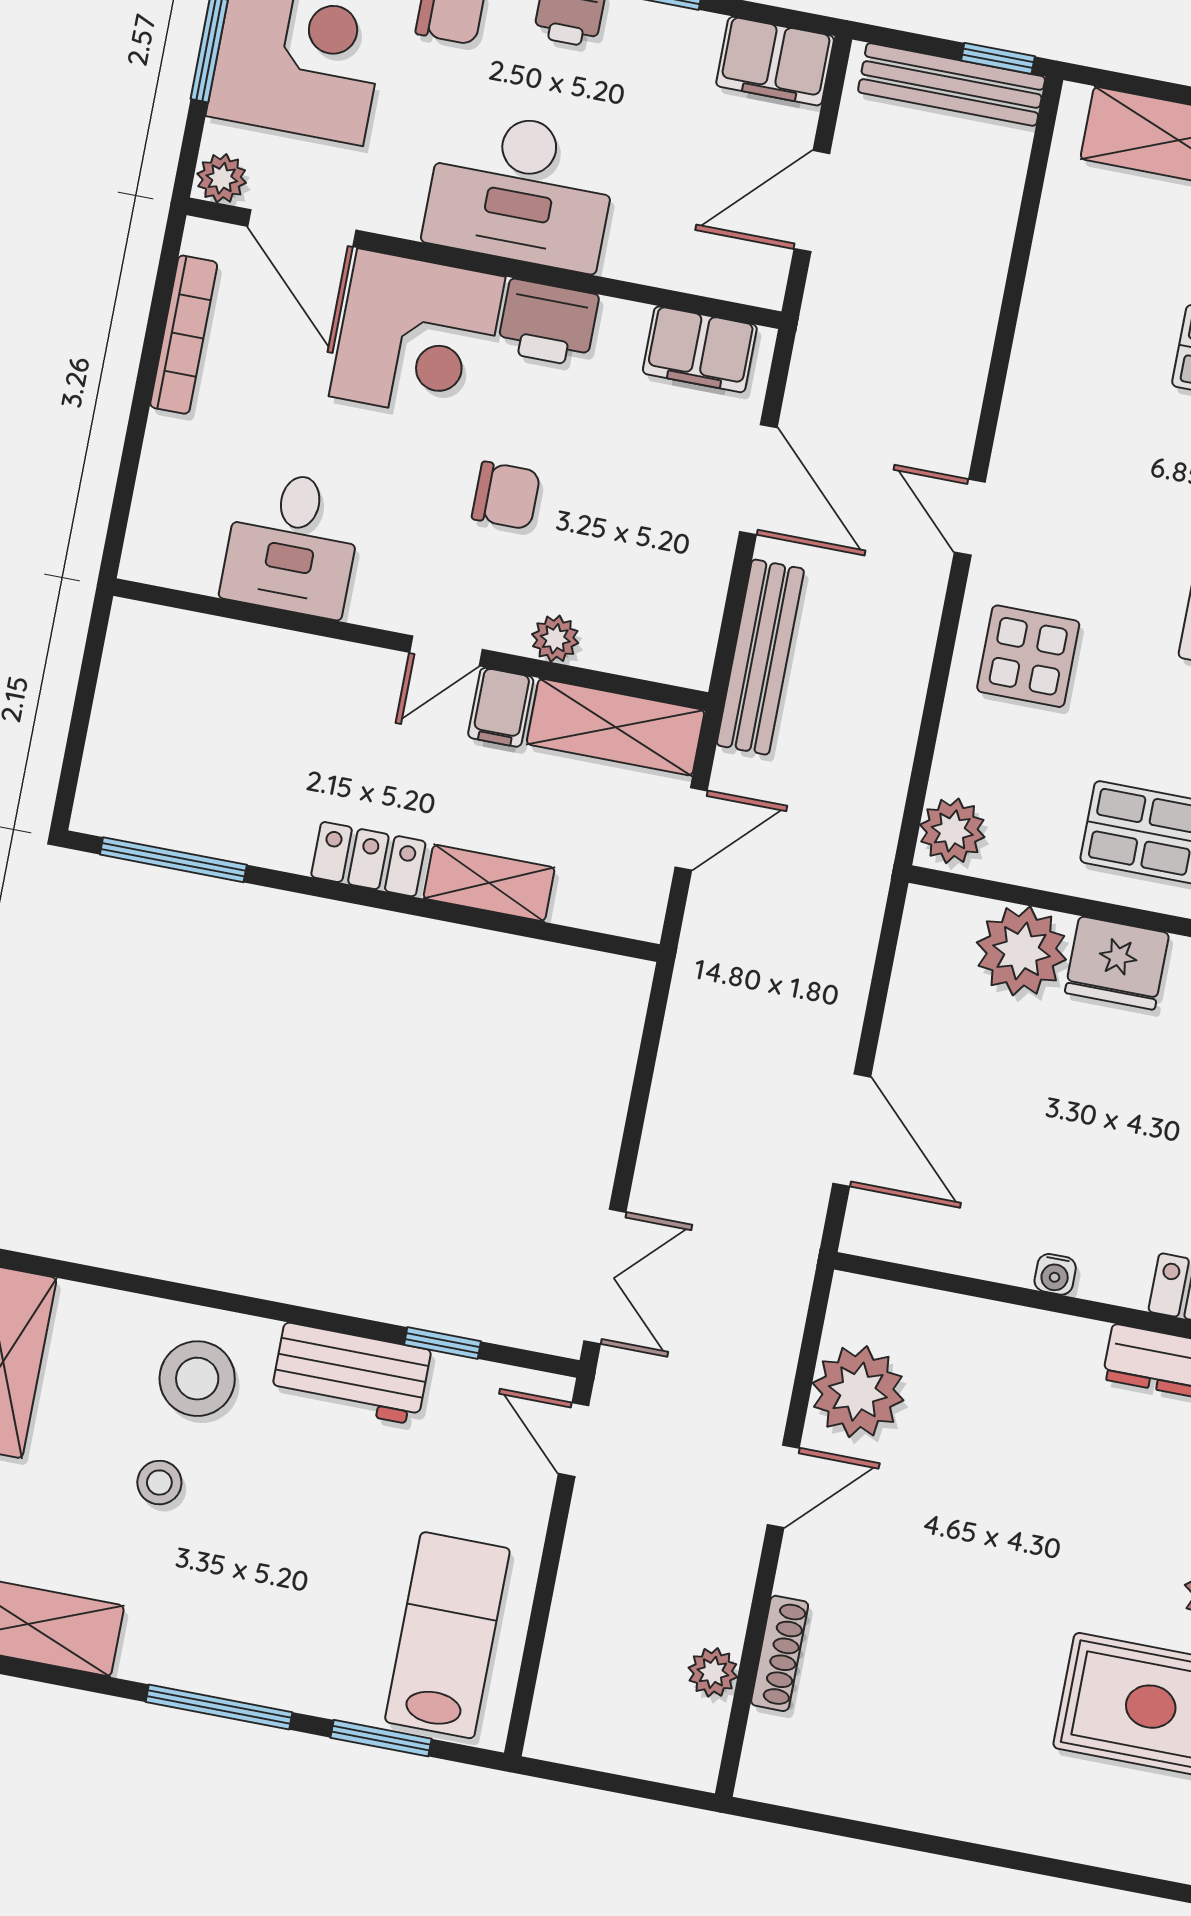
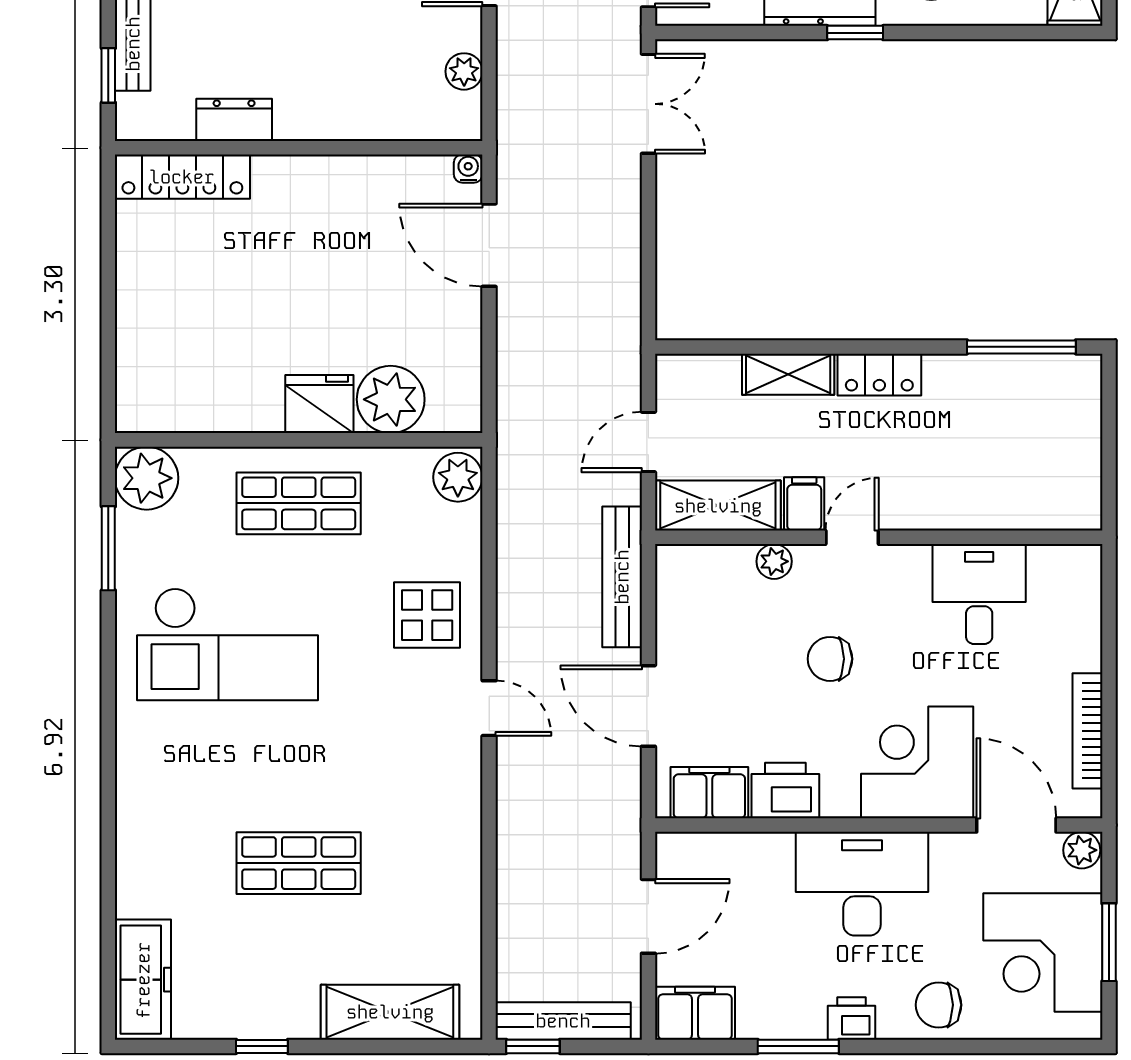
printer: (548, 323) -> (785, 791), moved
water cooler: (1055, 1274) -> (468, 169), moved
double door: (605, 1276) -> (648, 104), swing flipped
window: (443, 1343) -> (855, 33), moved
plant: (858, 1392) -> (464, 71), width x0.53, depth x0.53

